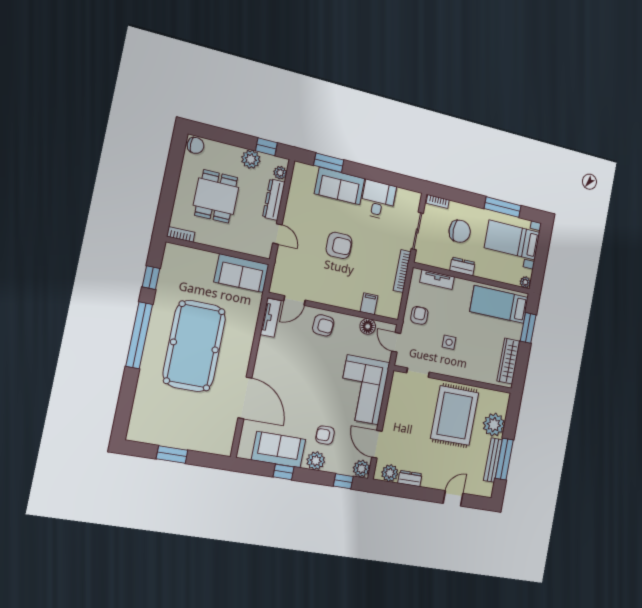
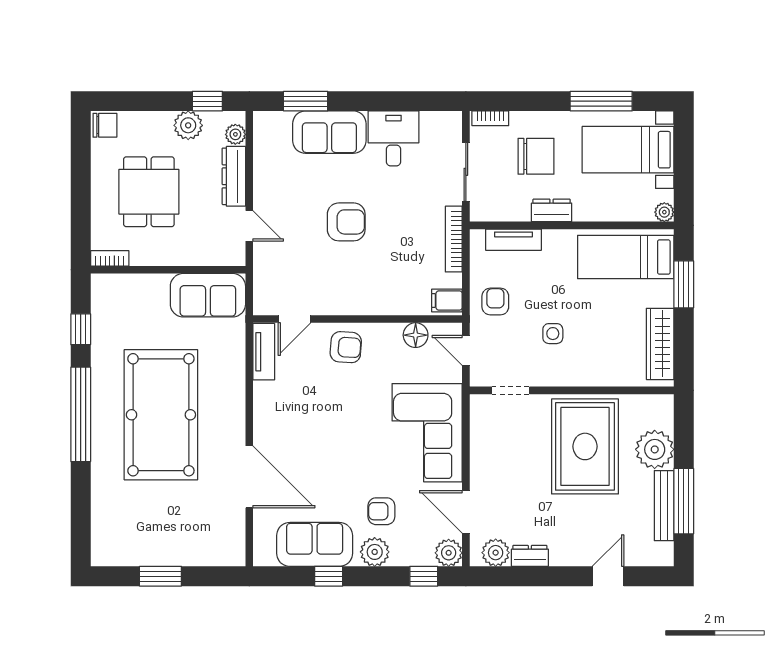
filing cabinet: (369, 304) -> (447, 300), moved, turned -90

